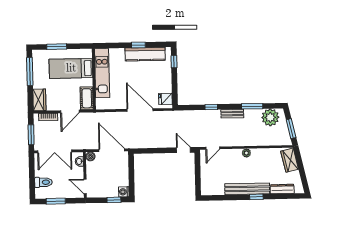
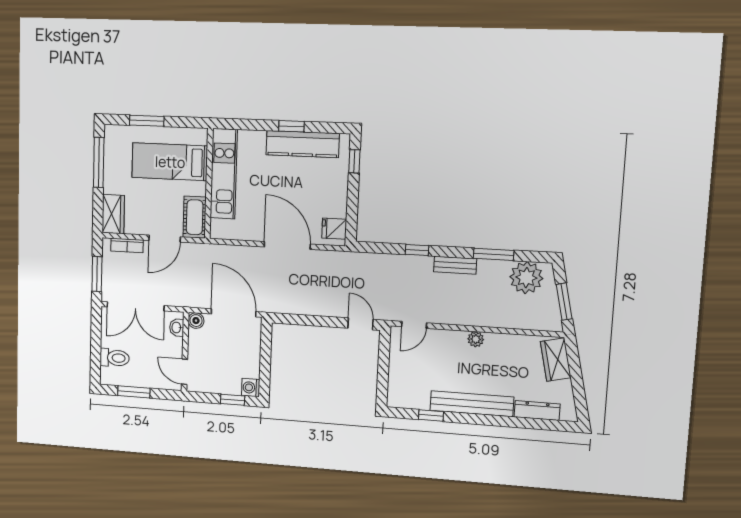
window: (256, 197) -> (431, 415), moved

